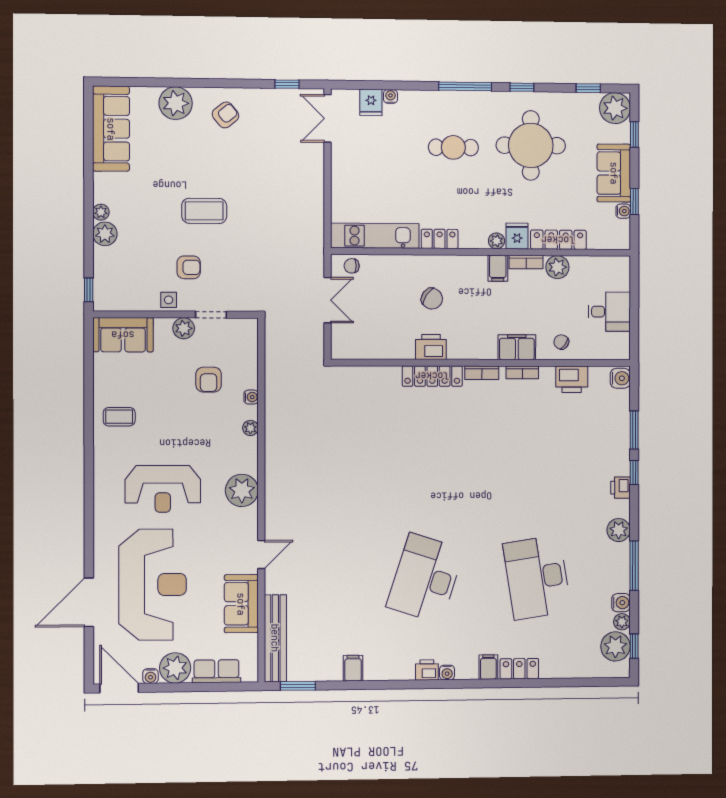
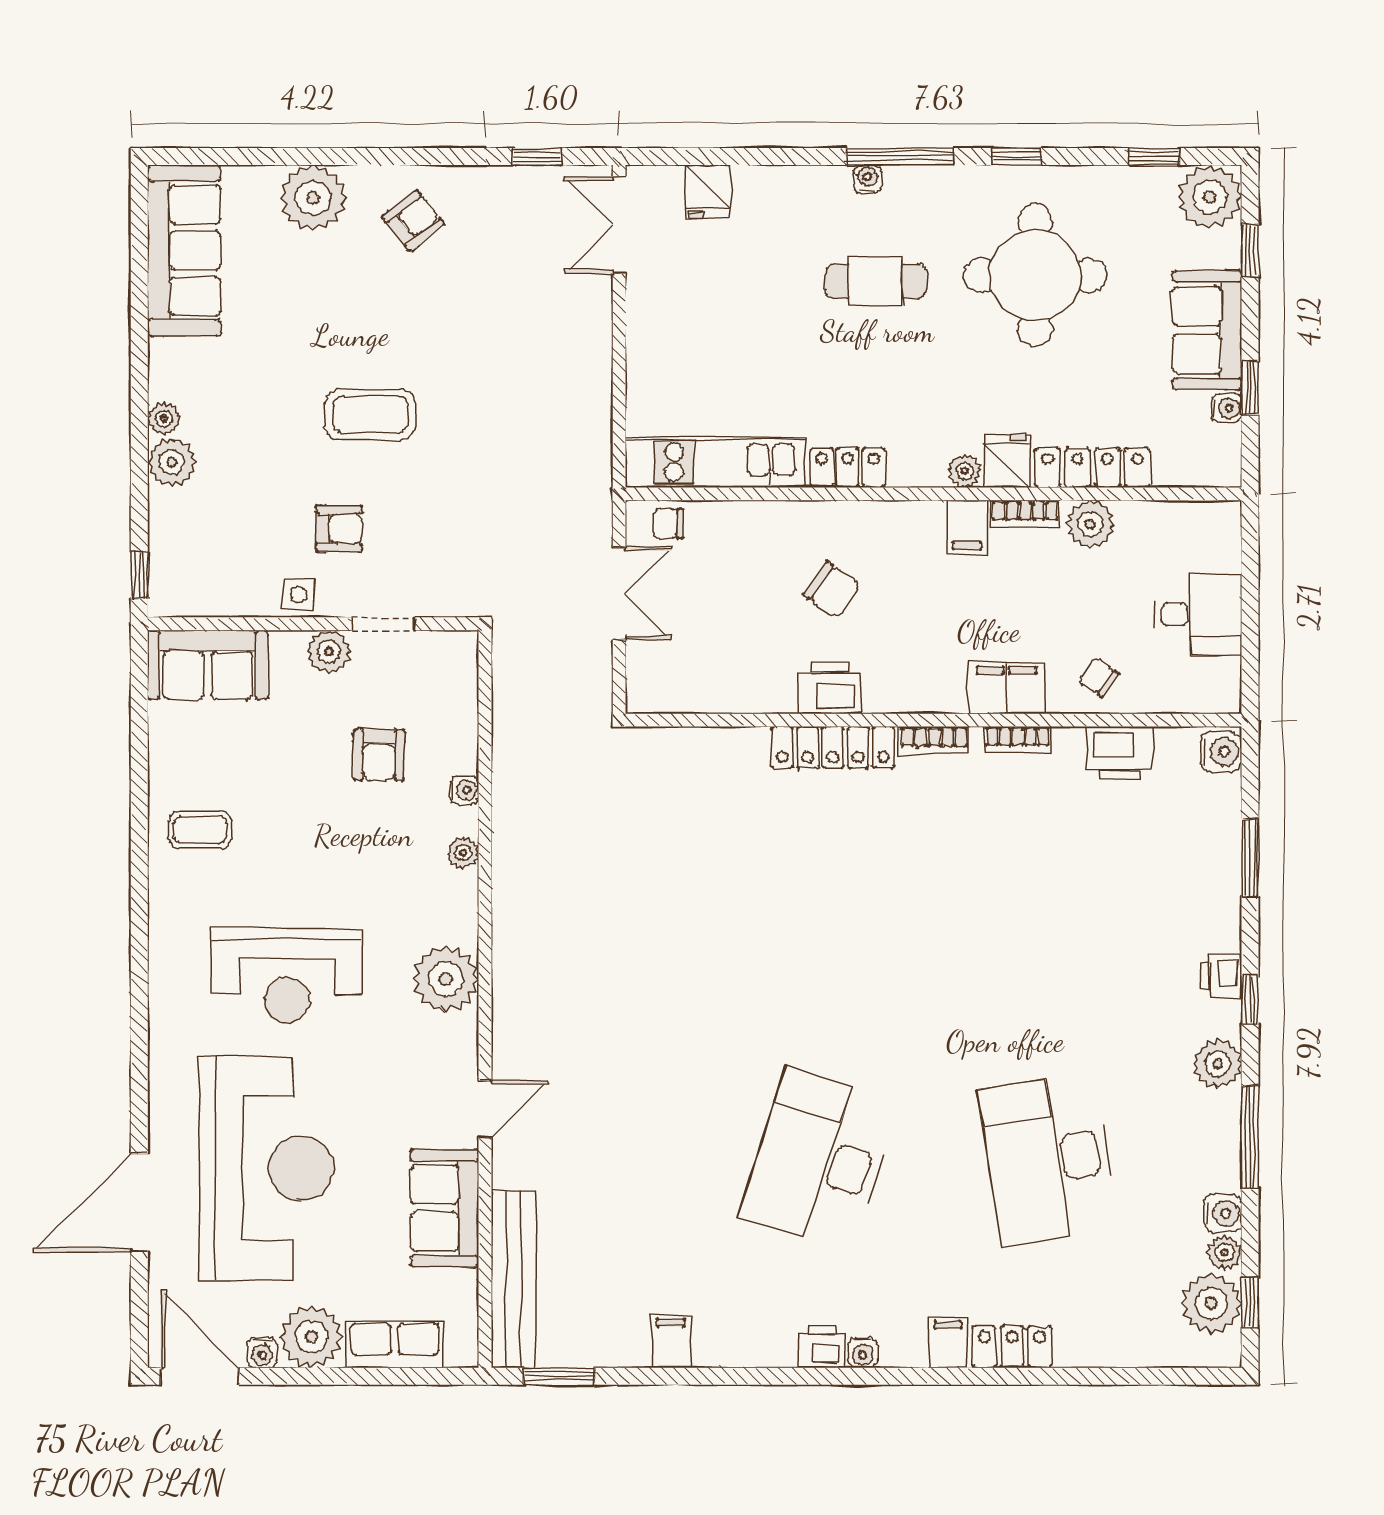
water cooler: (390, 96) -> (868, 179), moved
window: (634, 473) -> (1250, 1000), moved

